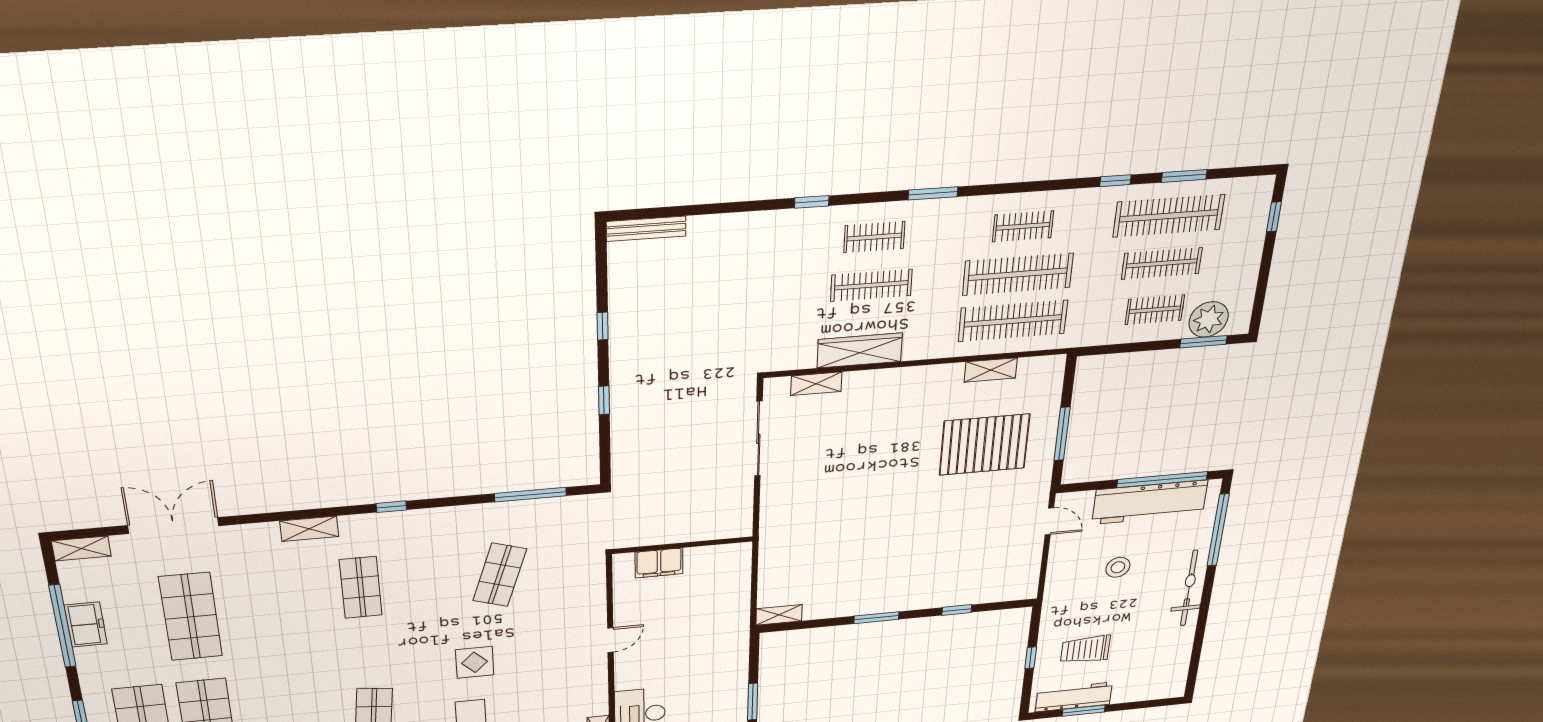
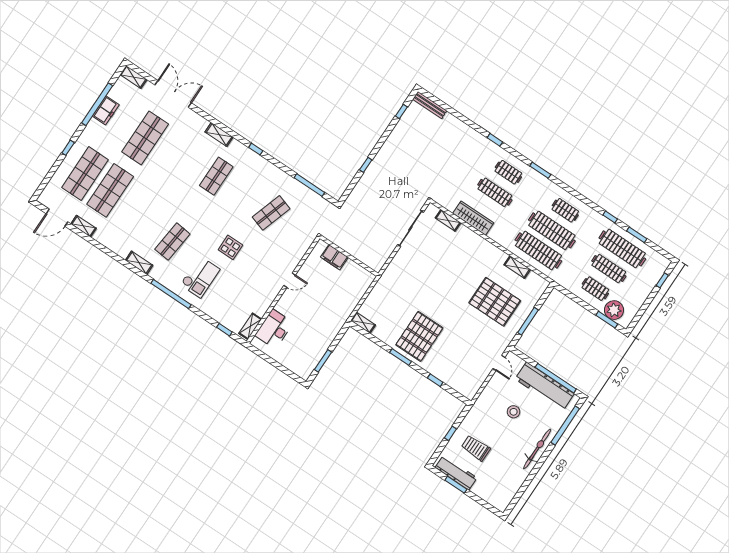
window: (603, 326) -> (401, 111), moved
pallet: (888, 572) -> (419, 336), added

